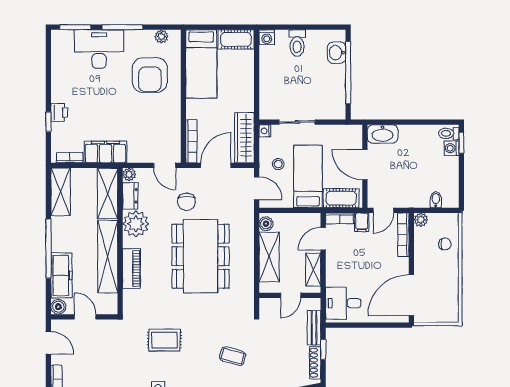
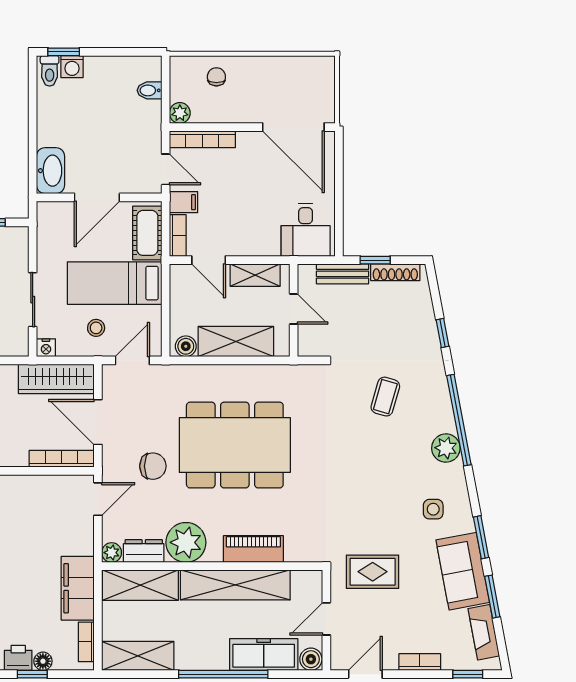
floor lamp: (57, 129) -> (43, 661), added
rug: (164, 340) -> (373, 572), moved, turned 90

